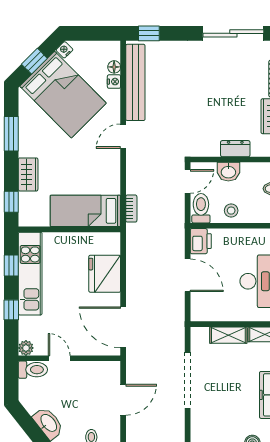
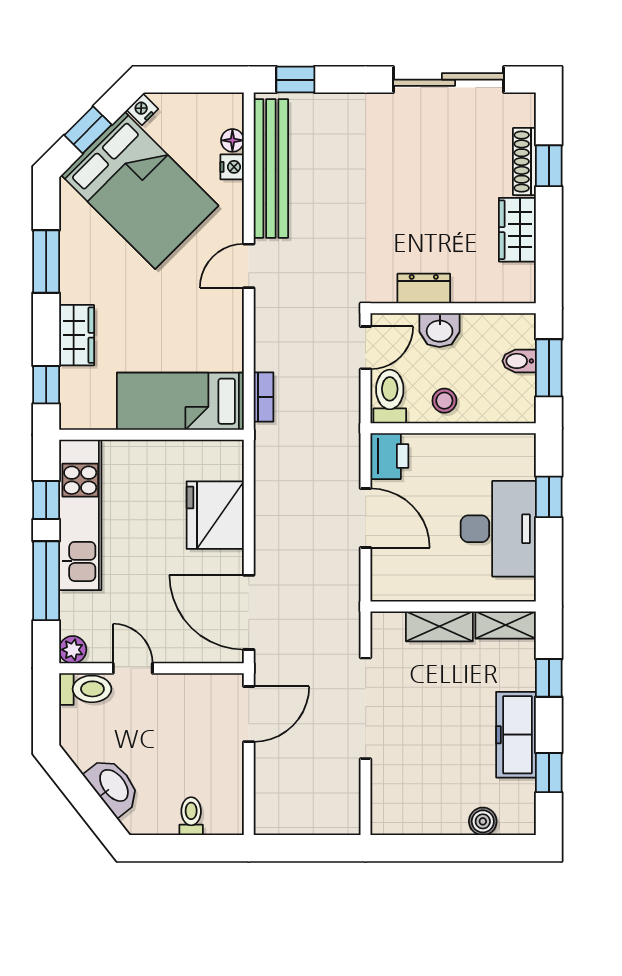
dresser: (235, 149) -> (424, 288), moved
window: (11, 310) -> (46, 581), width x2.17
door: (123, 400) -> (249, 714), moved

